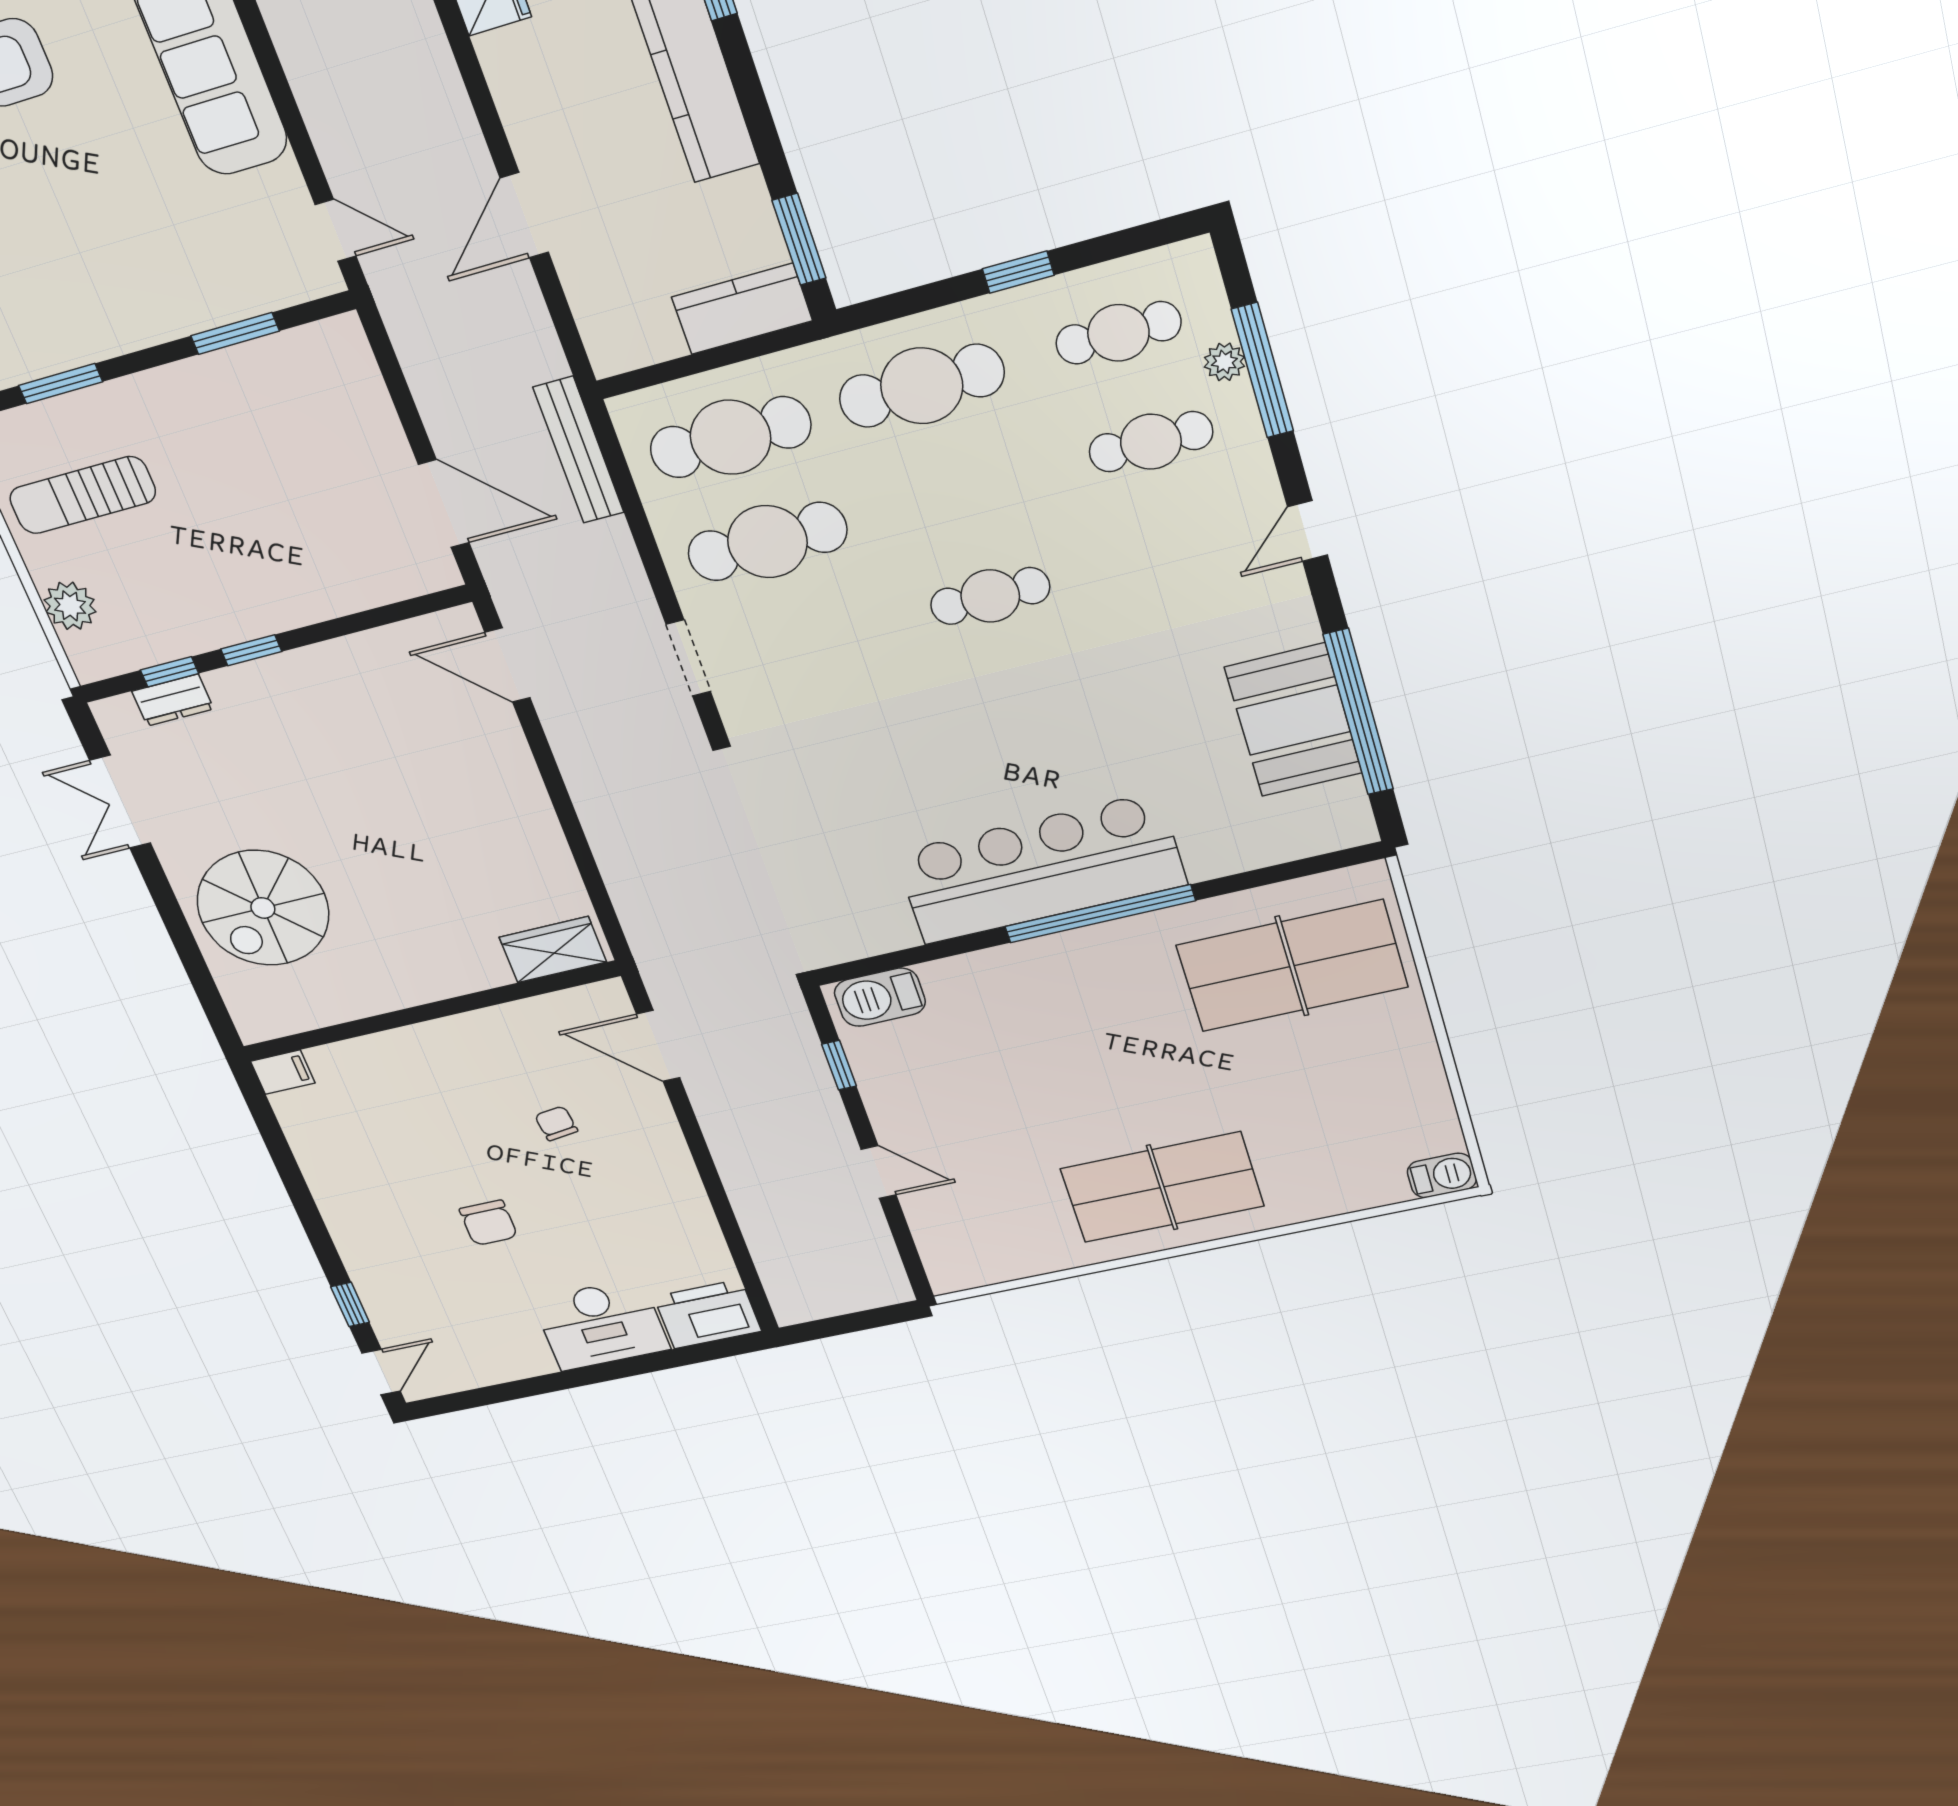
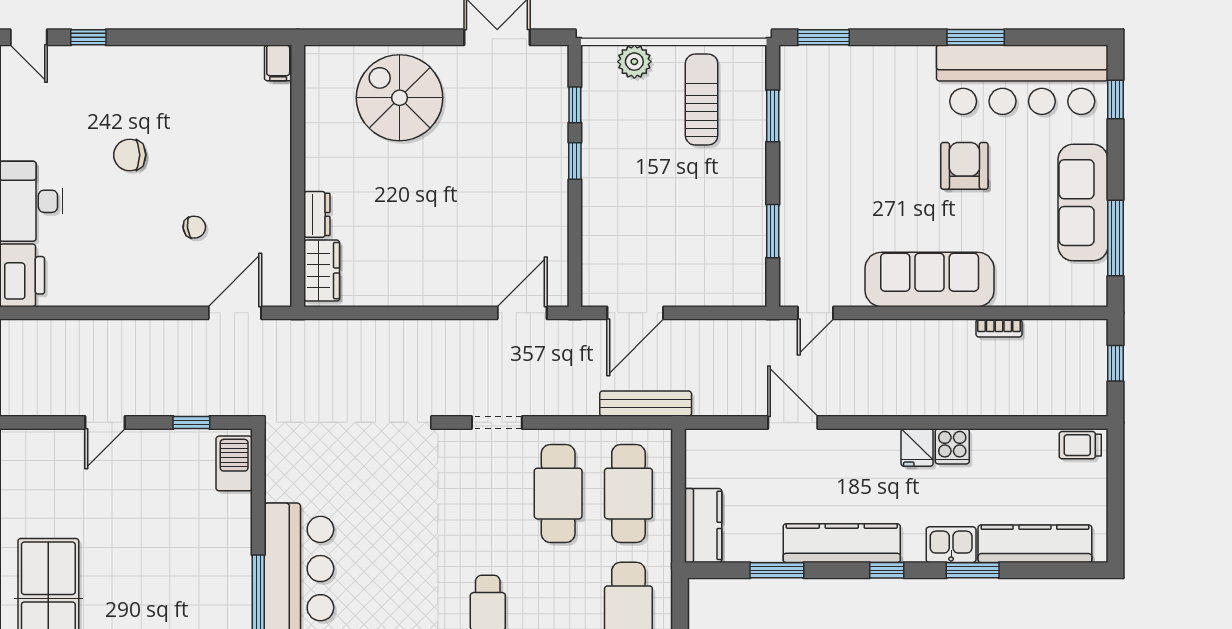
window: (799, 239) -> (777, 570), moved
dresser: (173, 700) -> (317, 214), moved, turned 180

